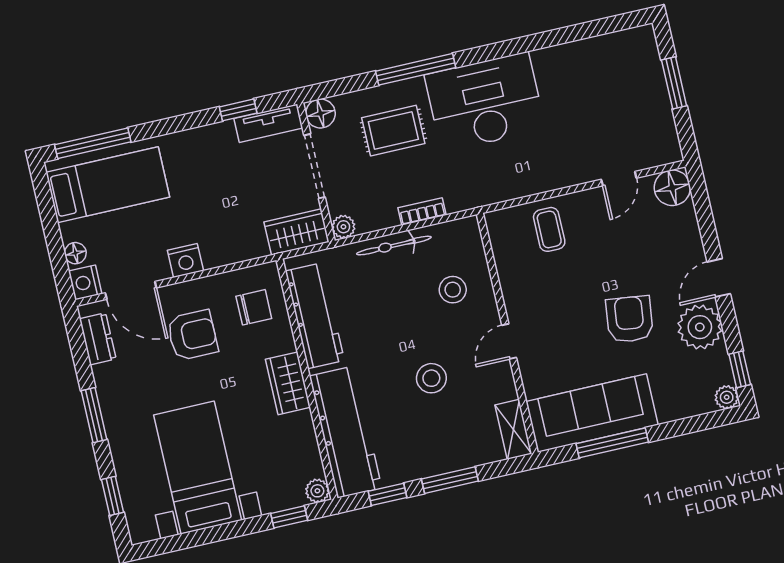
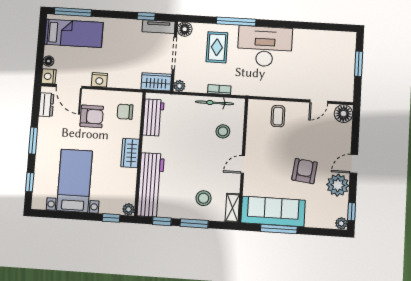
rug: (393, 131) -> (217, 47), turned 90
bicycle: (394, 246) -> (215, 103), moved
chair: (254, 307) -> (125, 112), turned 180
workbench: (315, 316) -> (153, 118), width x0.73
stool: (431, 378) -> (203, 198), moved

